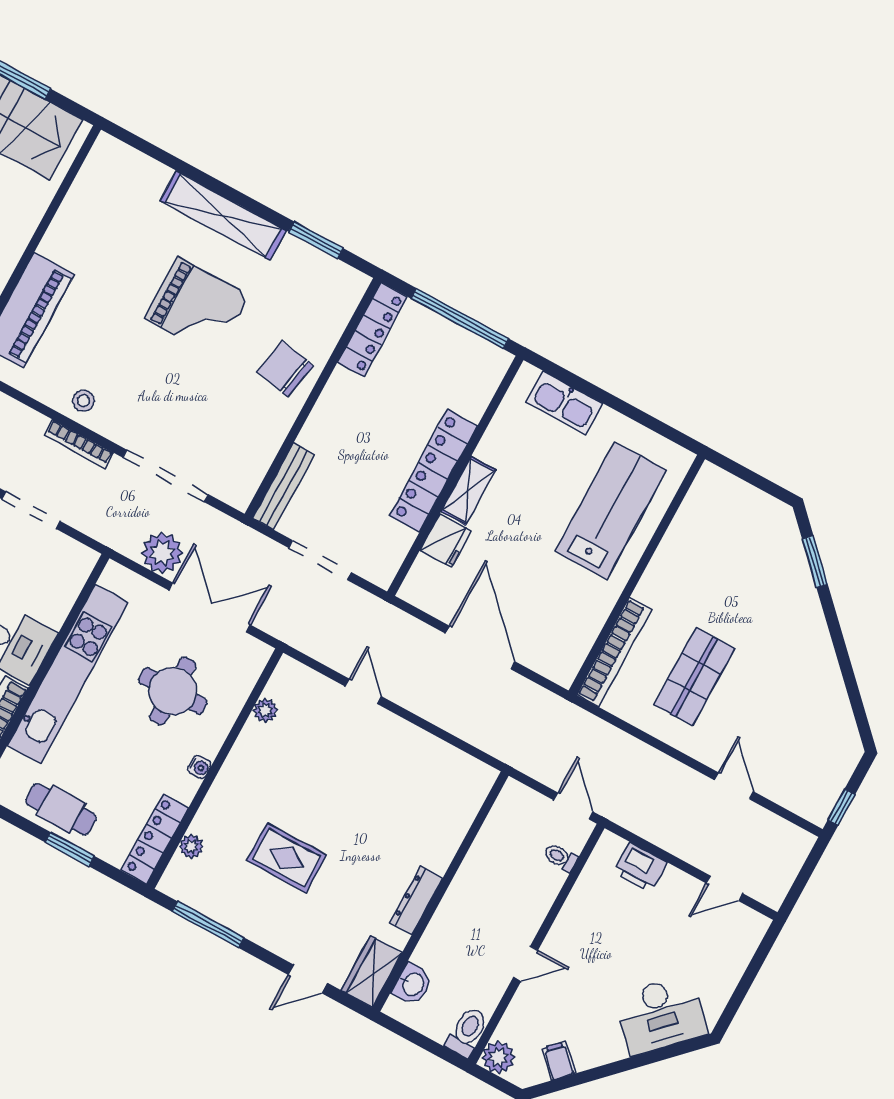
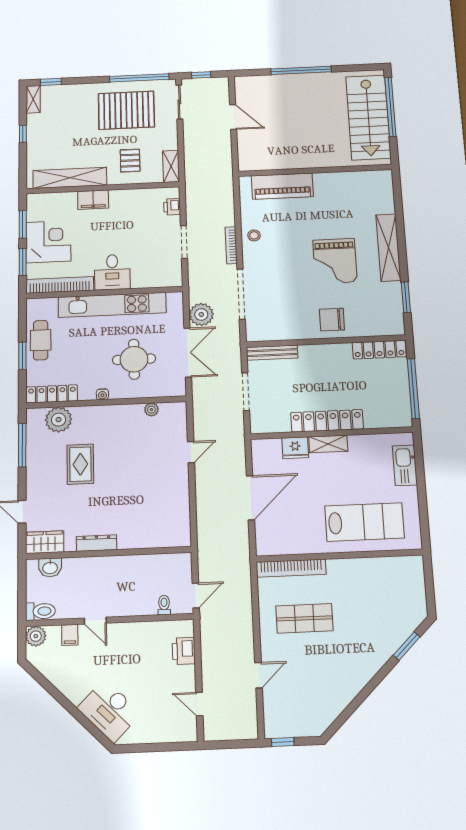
chair: (285, 369) -> (332, 320), turned -101
plant: (191, 846) -> (59, 420), width x1.88, depth x1.88
filing cabinet: (559, 1061) -> (70, 635), moved, turned 135

